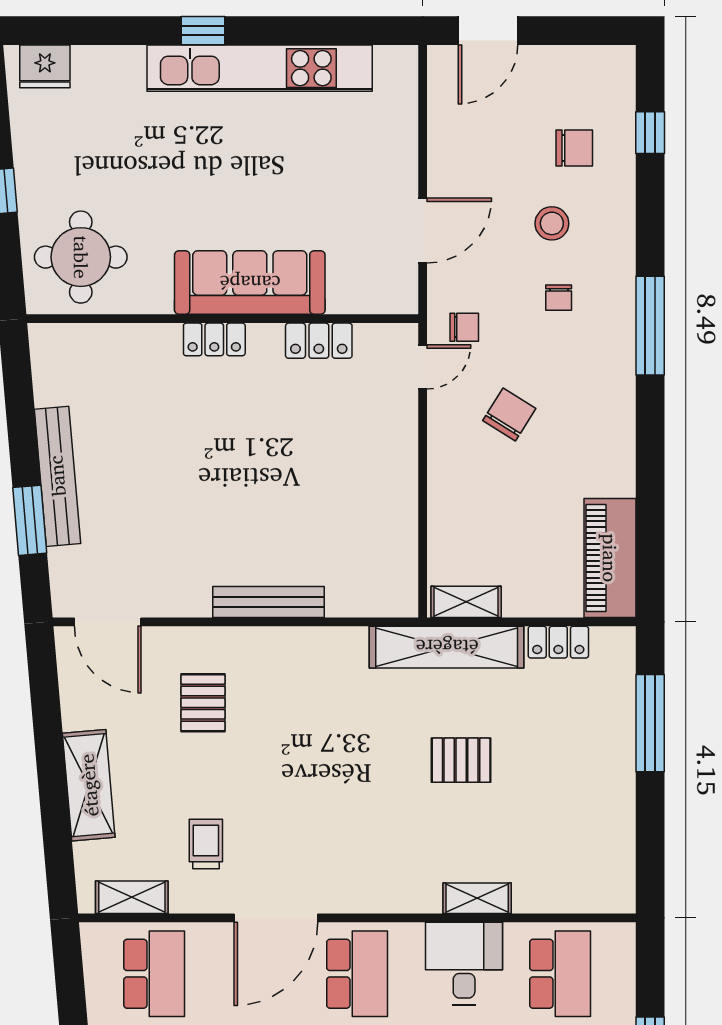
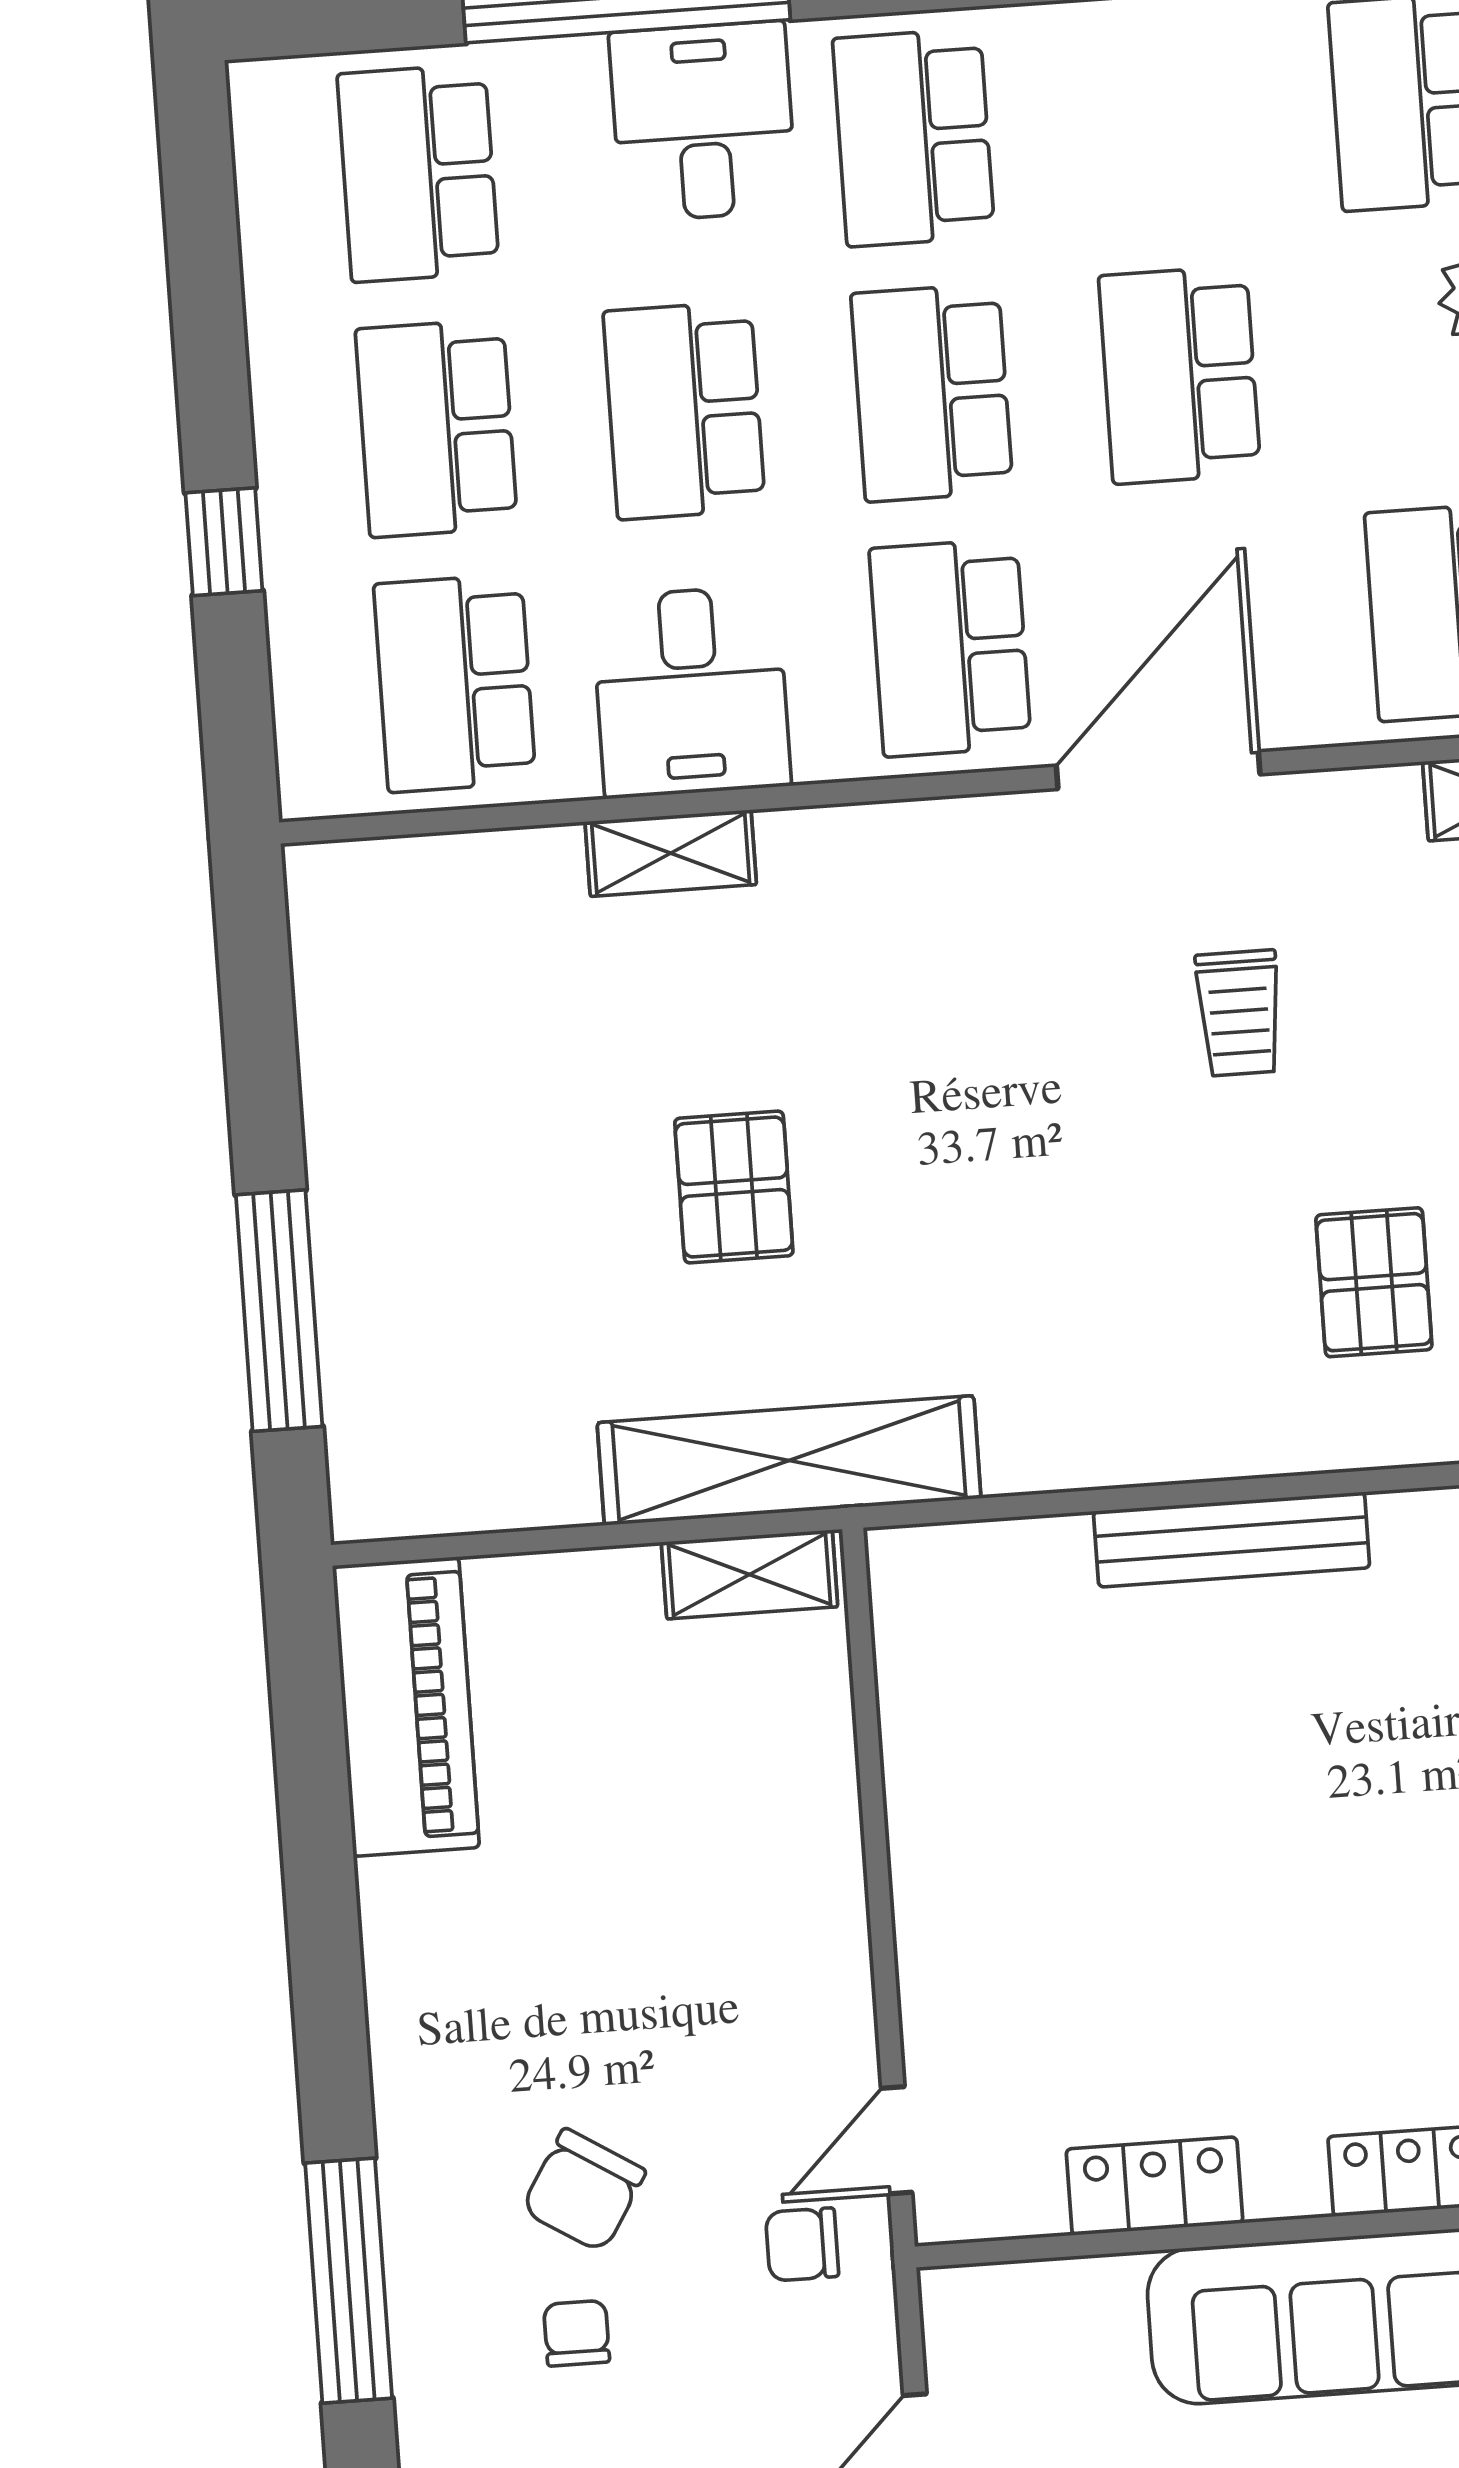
chair: (509, 414) -> (583, 2190), moved
locker: (558, 642) -> (517, 1492), removed
pallet: (461, 760) -> (734, 1187), turned 90
trolley: (206, 844) -> (1239, 1013), moved

